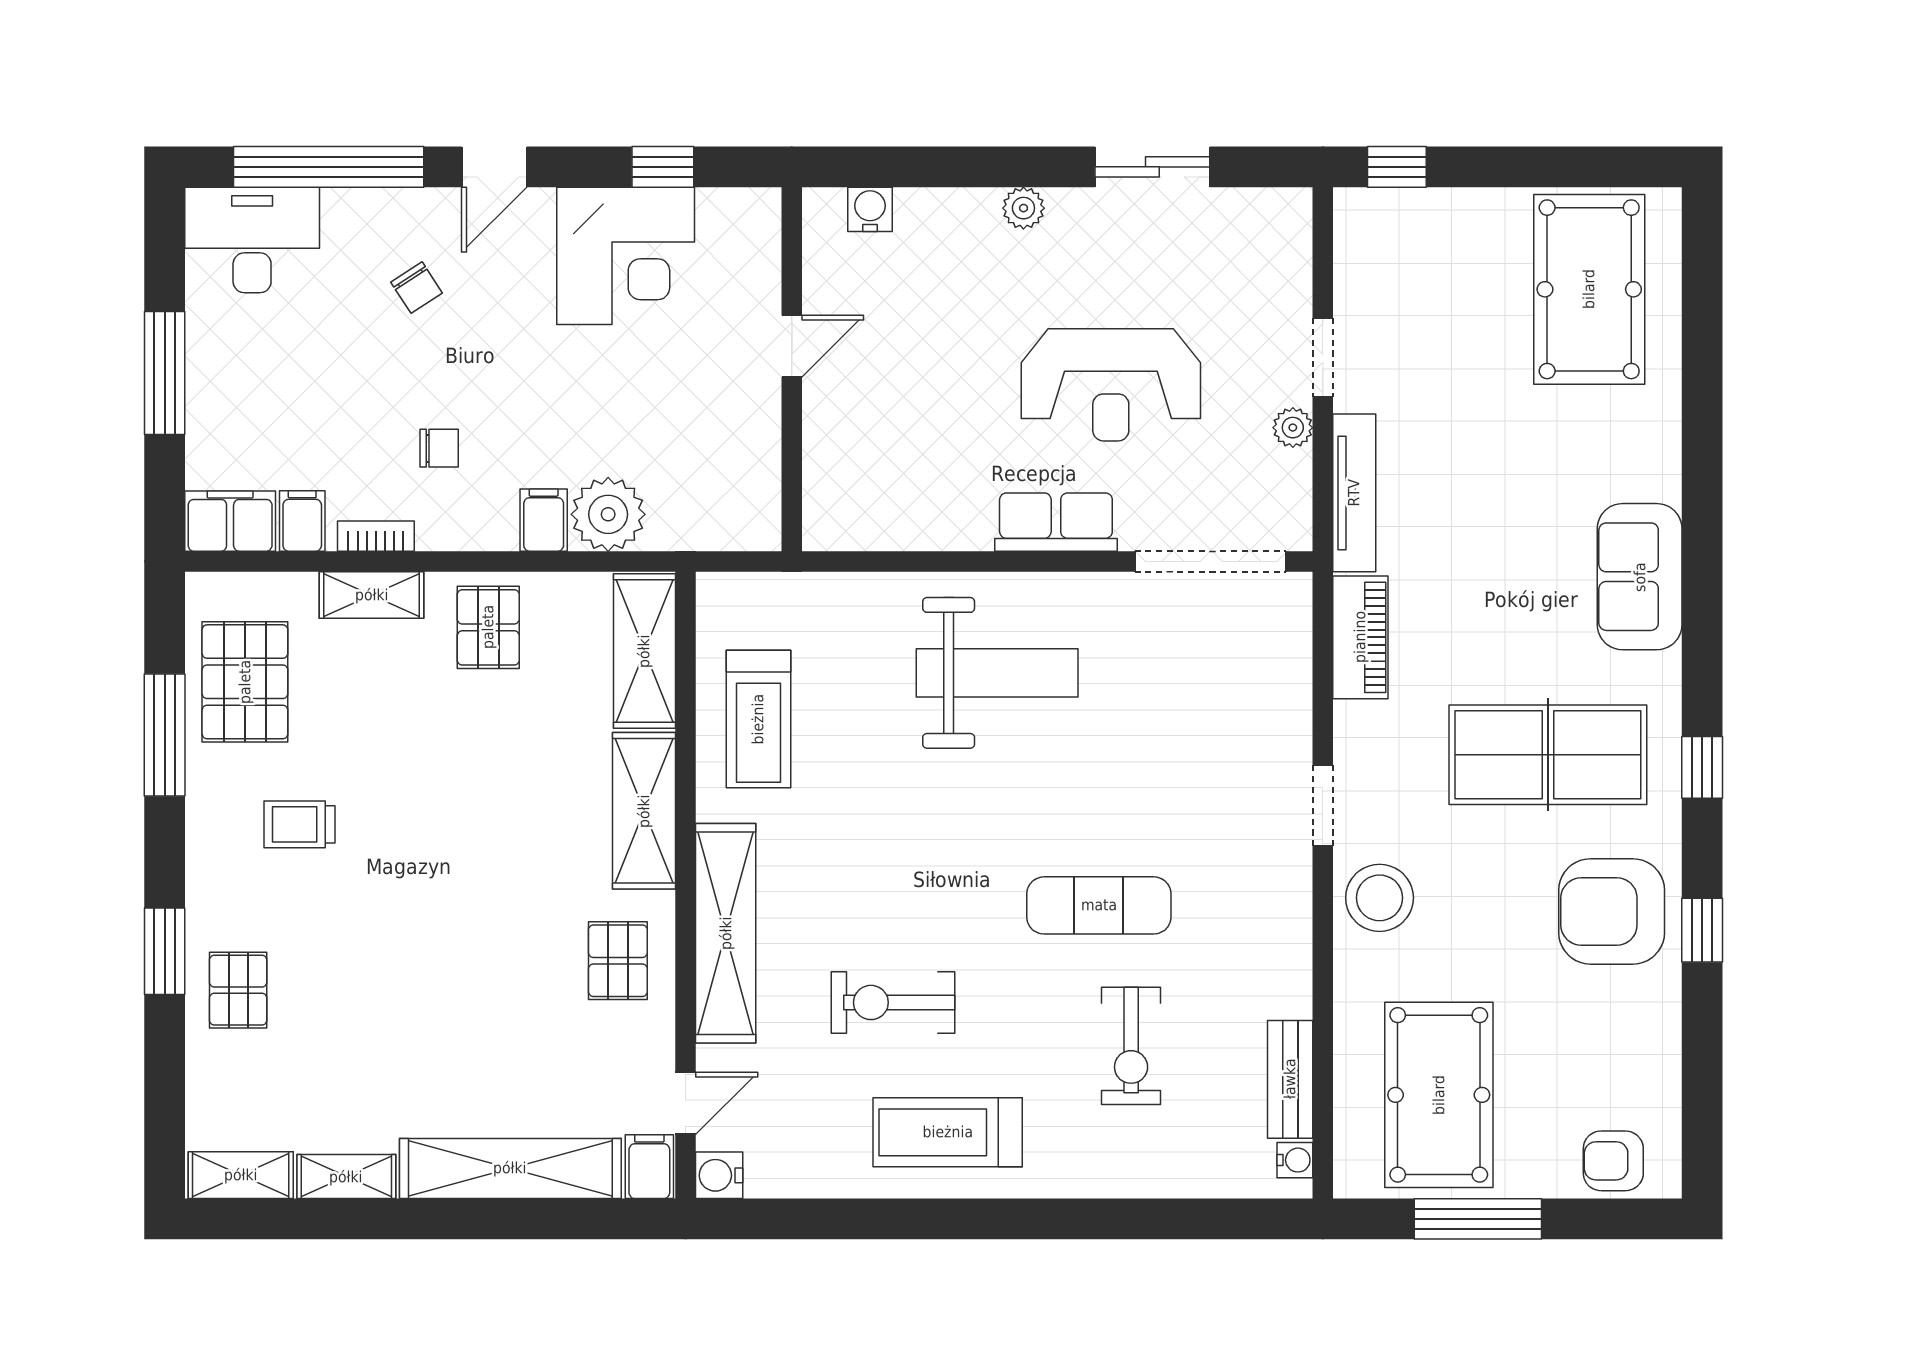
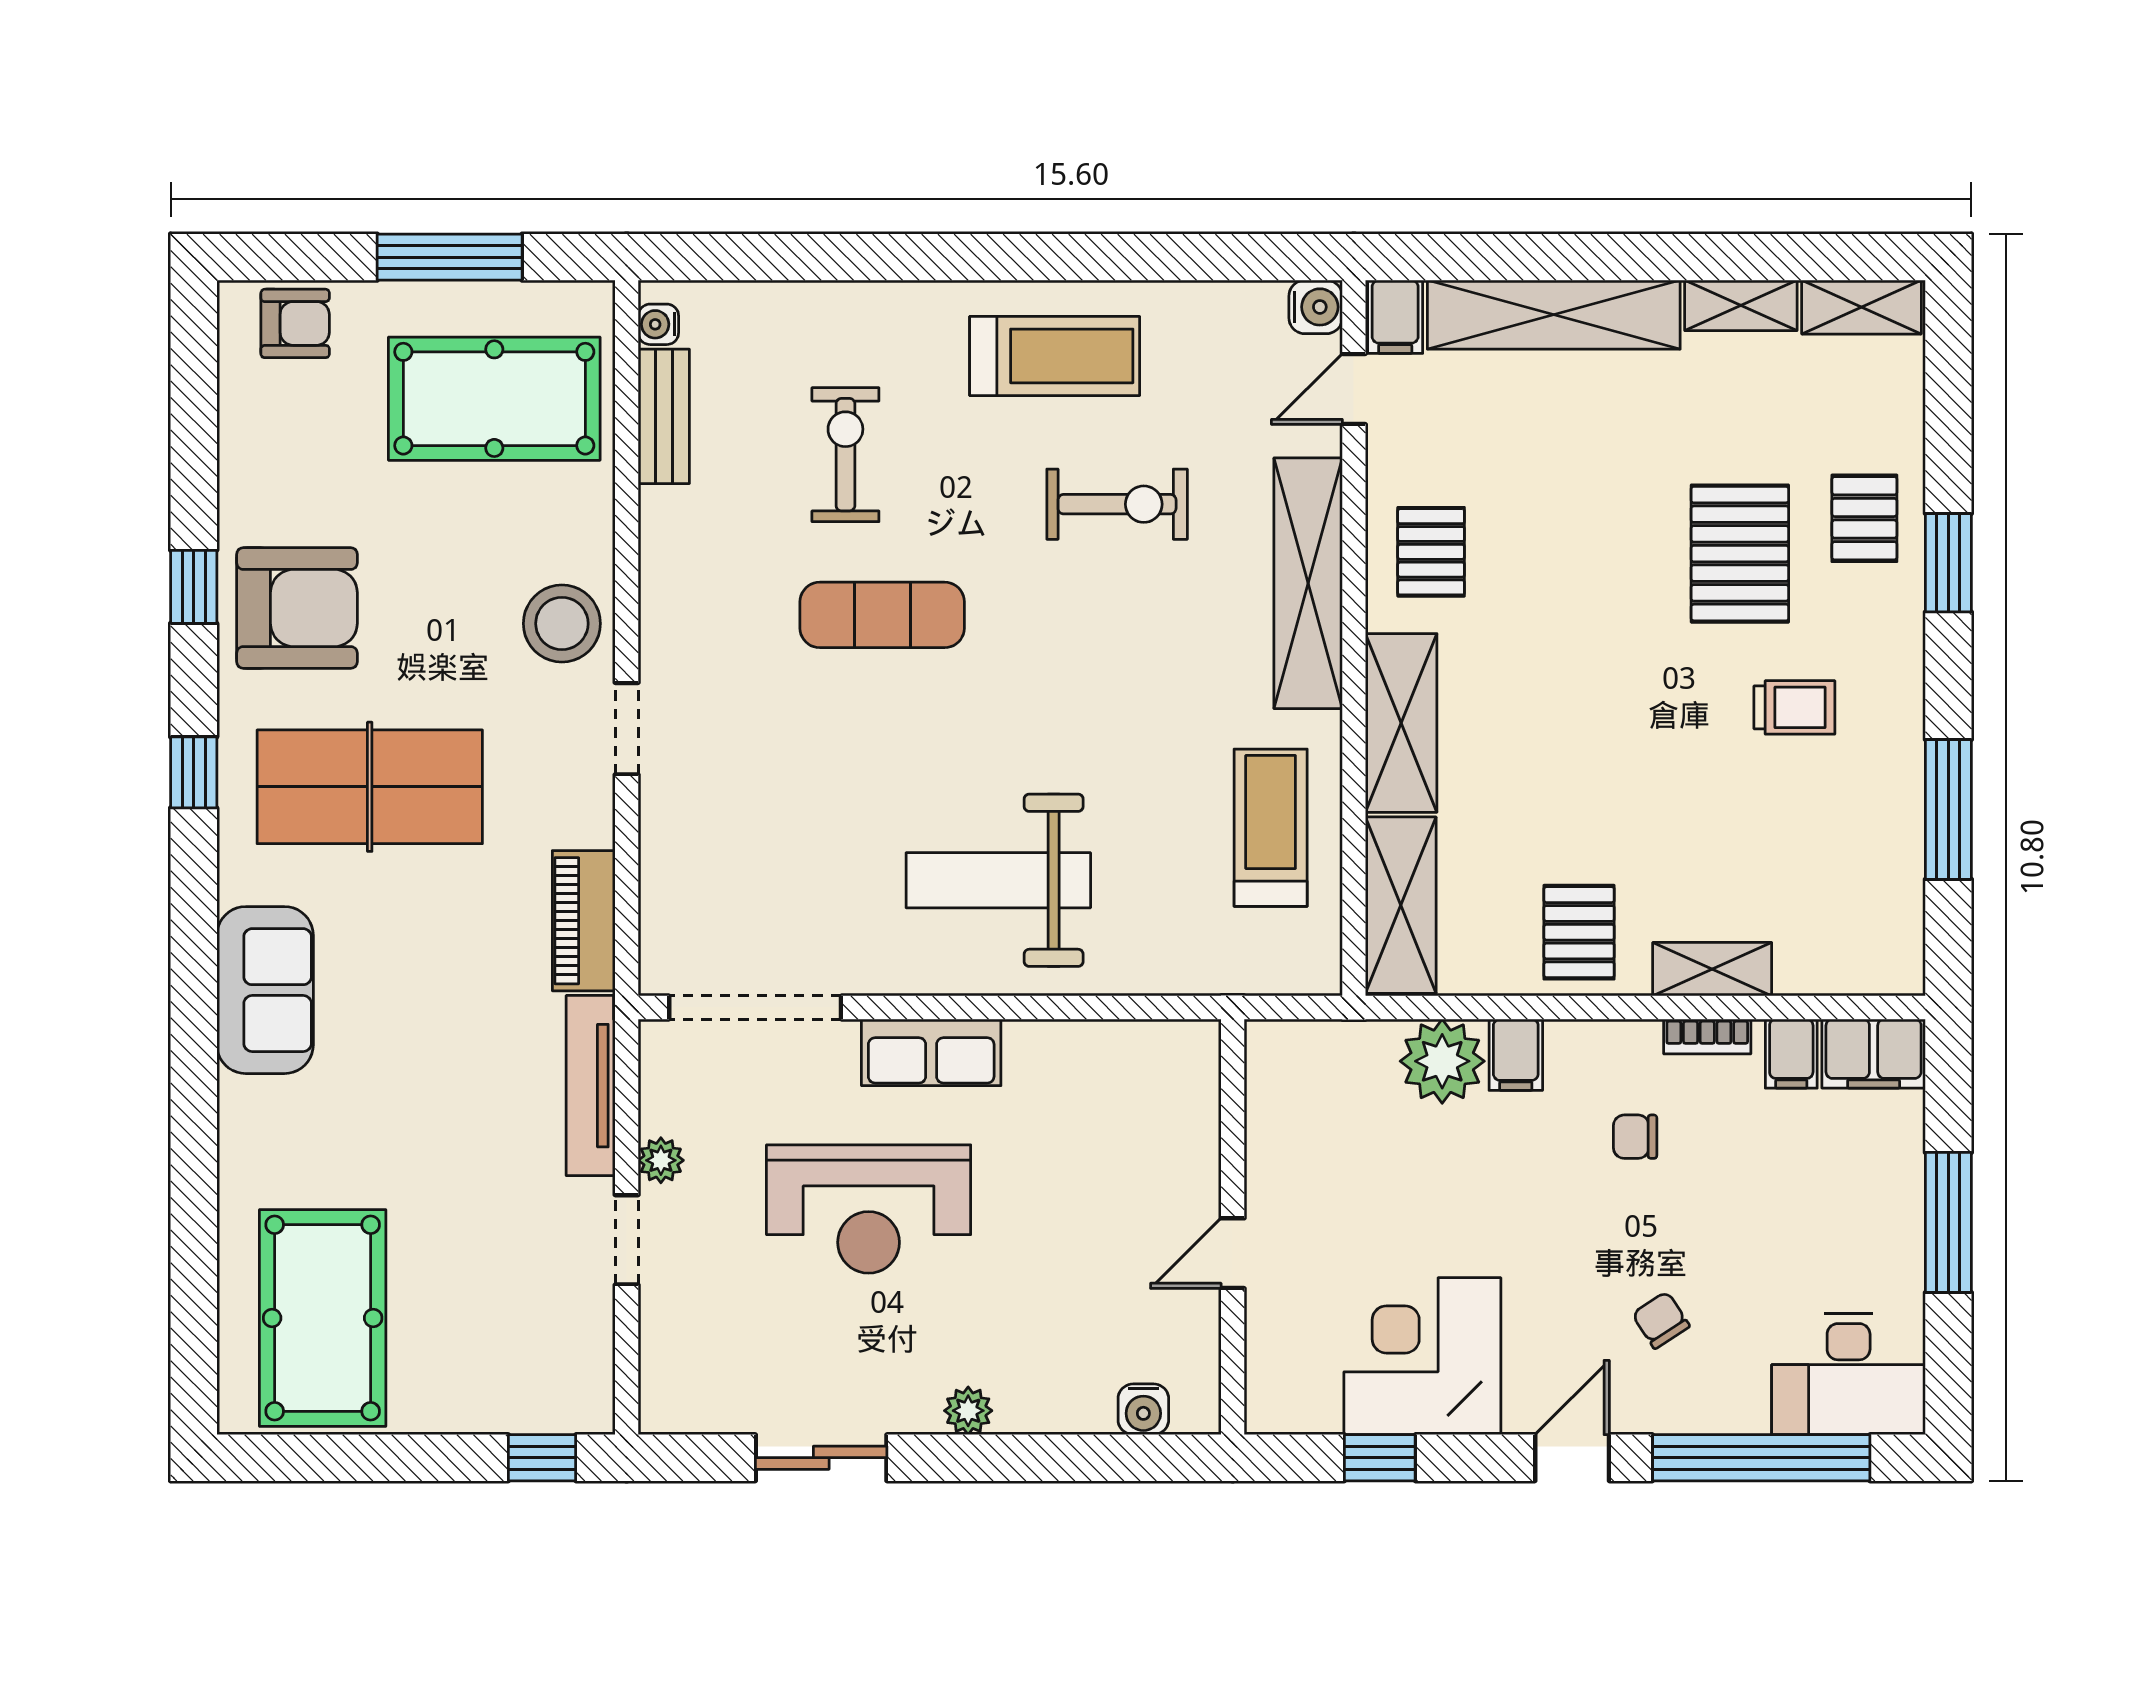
reception desk: (1111, 385) -> (869, 1209), turned 180
pallet: (245, 682) -> (1740, 554), moved
pool table: (1439, 1095) -> (494, 399), turned 90

